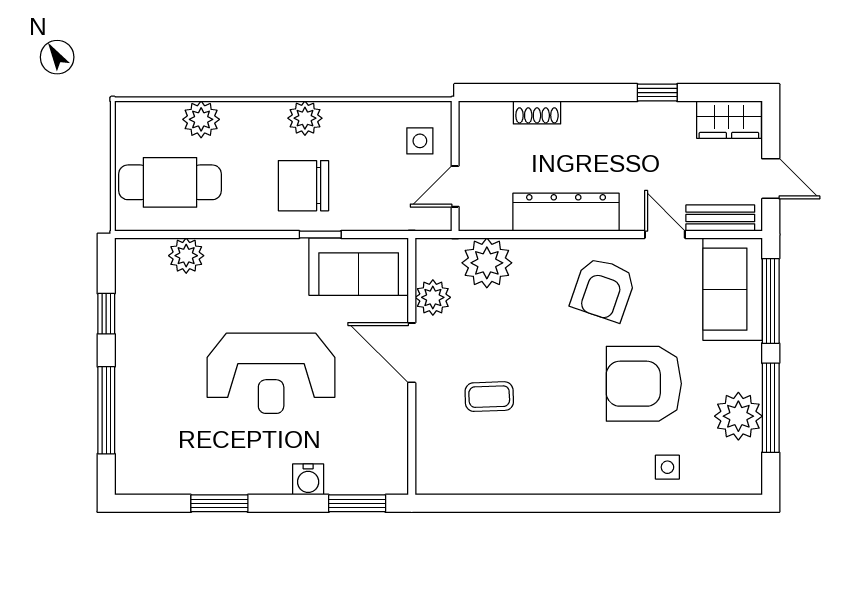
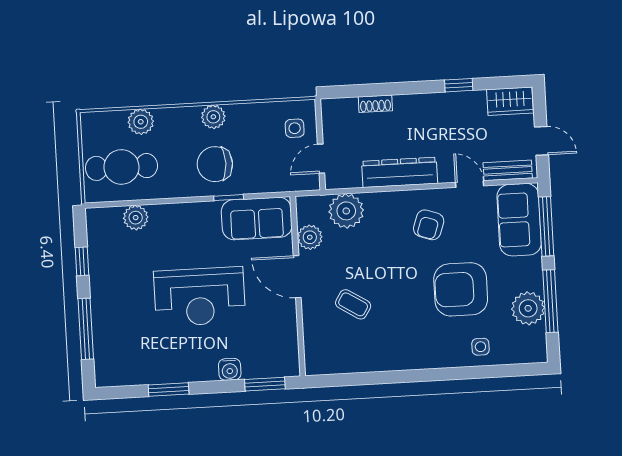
armchair: (603, 289) -> (429, 225), width x0.72, depth x0.72
coffee table: (489, 397) -> (353, 304), turned 34

